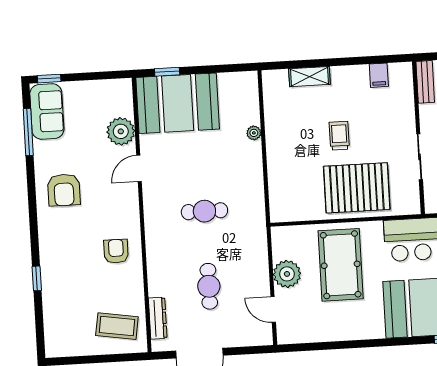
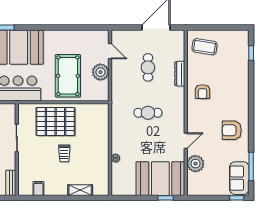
armchair: (64, 190) -> (232, 130), turned -90
window: (37, 278) -> (251, 53), moved
dresser: (158, 318) -> (180, 74), moved

